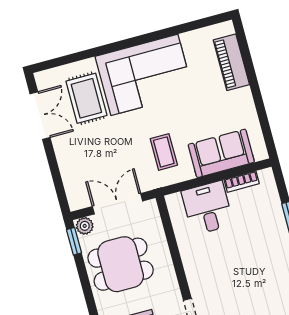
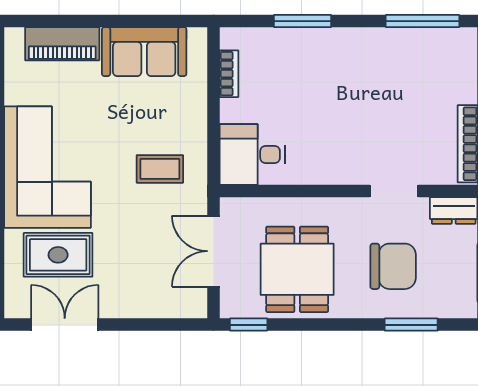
sofa: (221, 153) -> (144, 52), moved, turned -90
desk: (207, 208) -> (252, 155), moved
plant: (85, 226) -> (232, 304), removed

